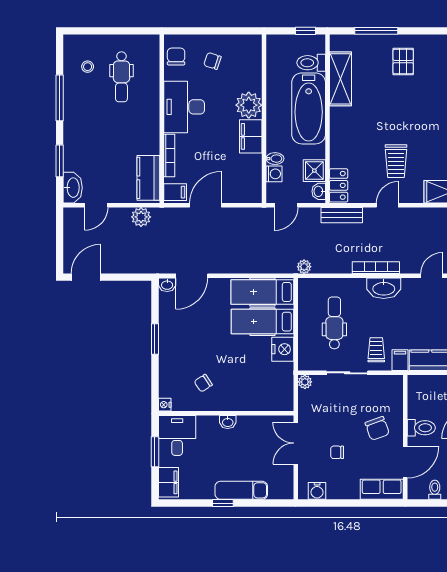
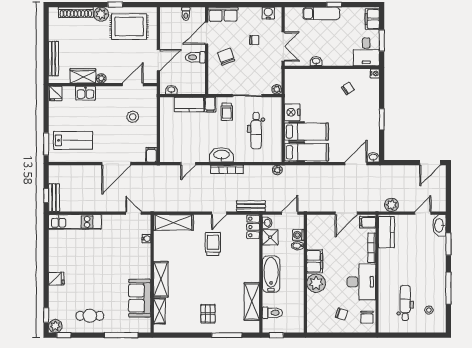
bathtub: (309, 108) -> (271, 274), width x0.73, depth x0.73
washbasin: (228, 422) -> (316, 61), moved

